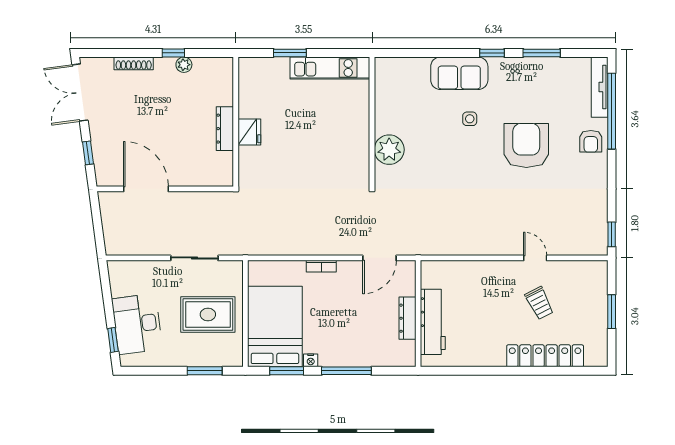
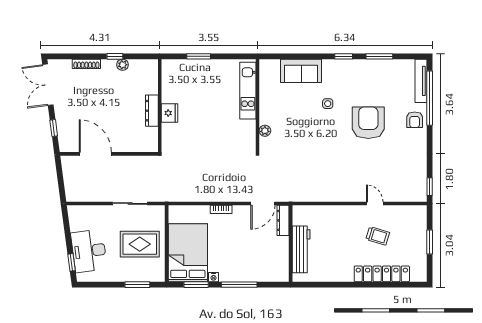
kitchen unit: (330, 68) -> (248, 91), moved, turned 90
sofa: (459, 73) -> (301, 71), moved
plant: (389, 150) -> (265, 131), width x0.53, depth x0.53
trolley: (539, 303) -> (378, 236), turned -46
dresser: (407, 318) -> (283, 220), moved

